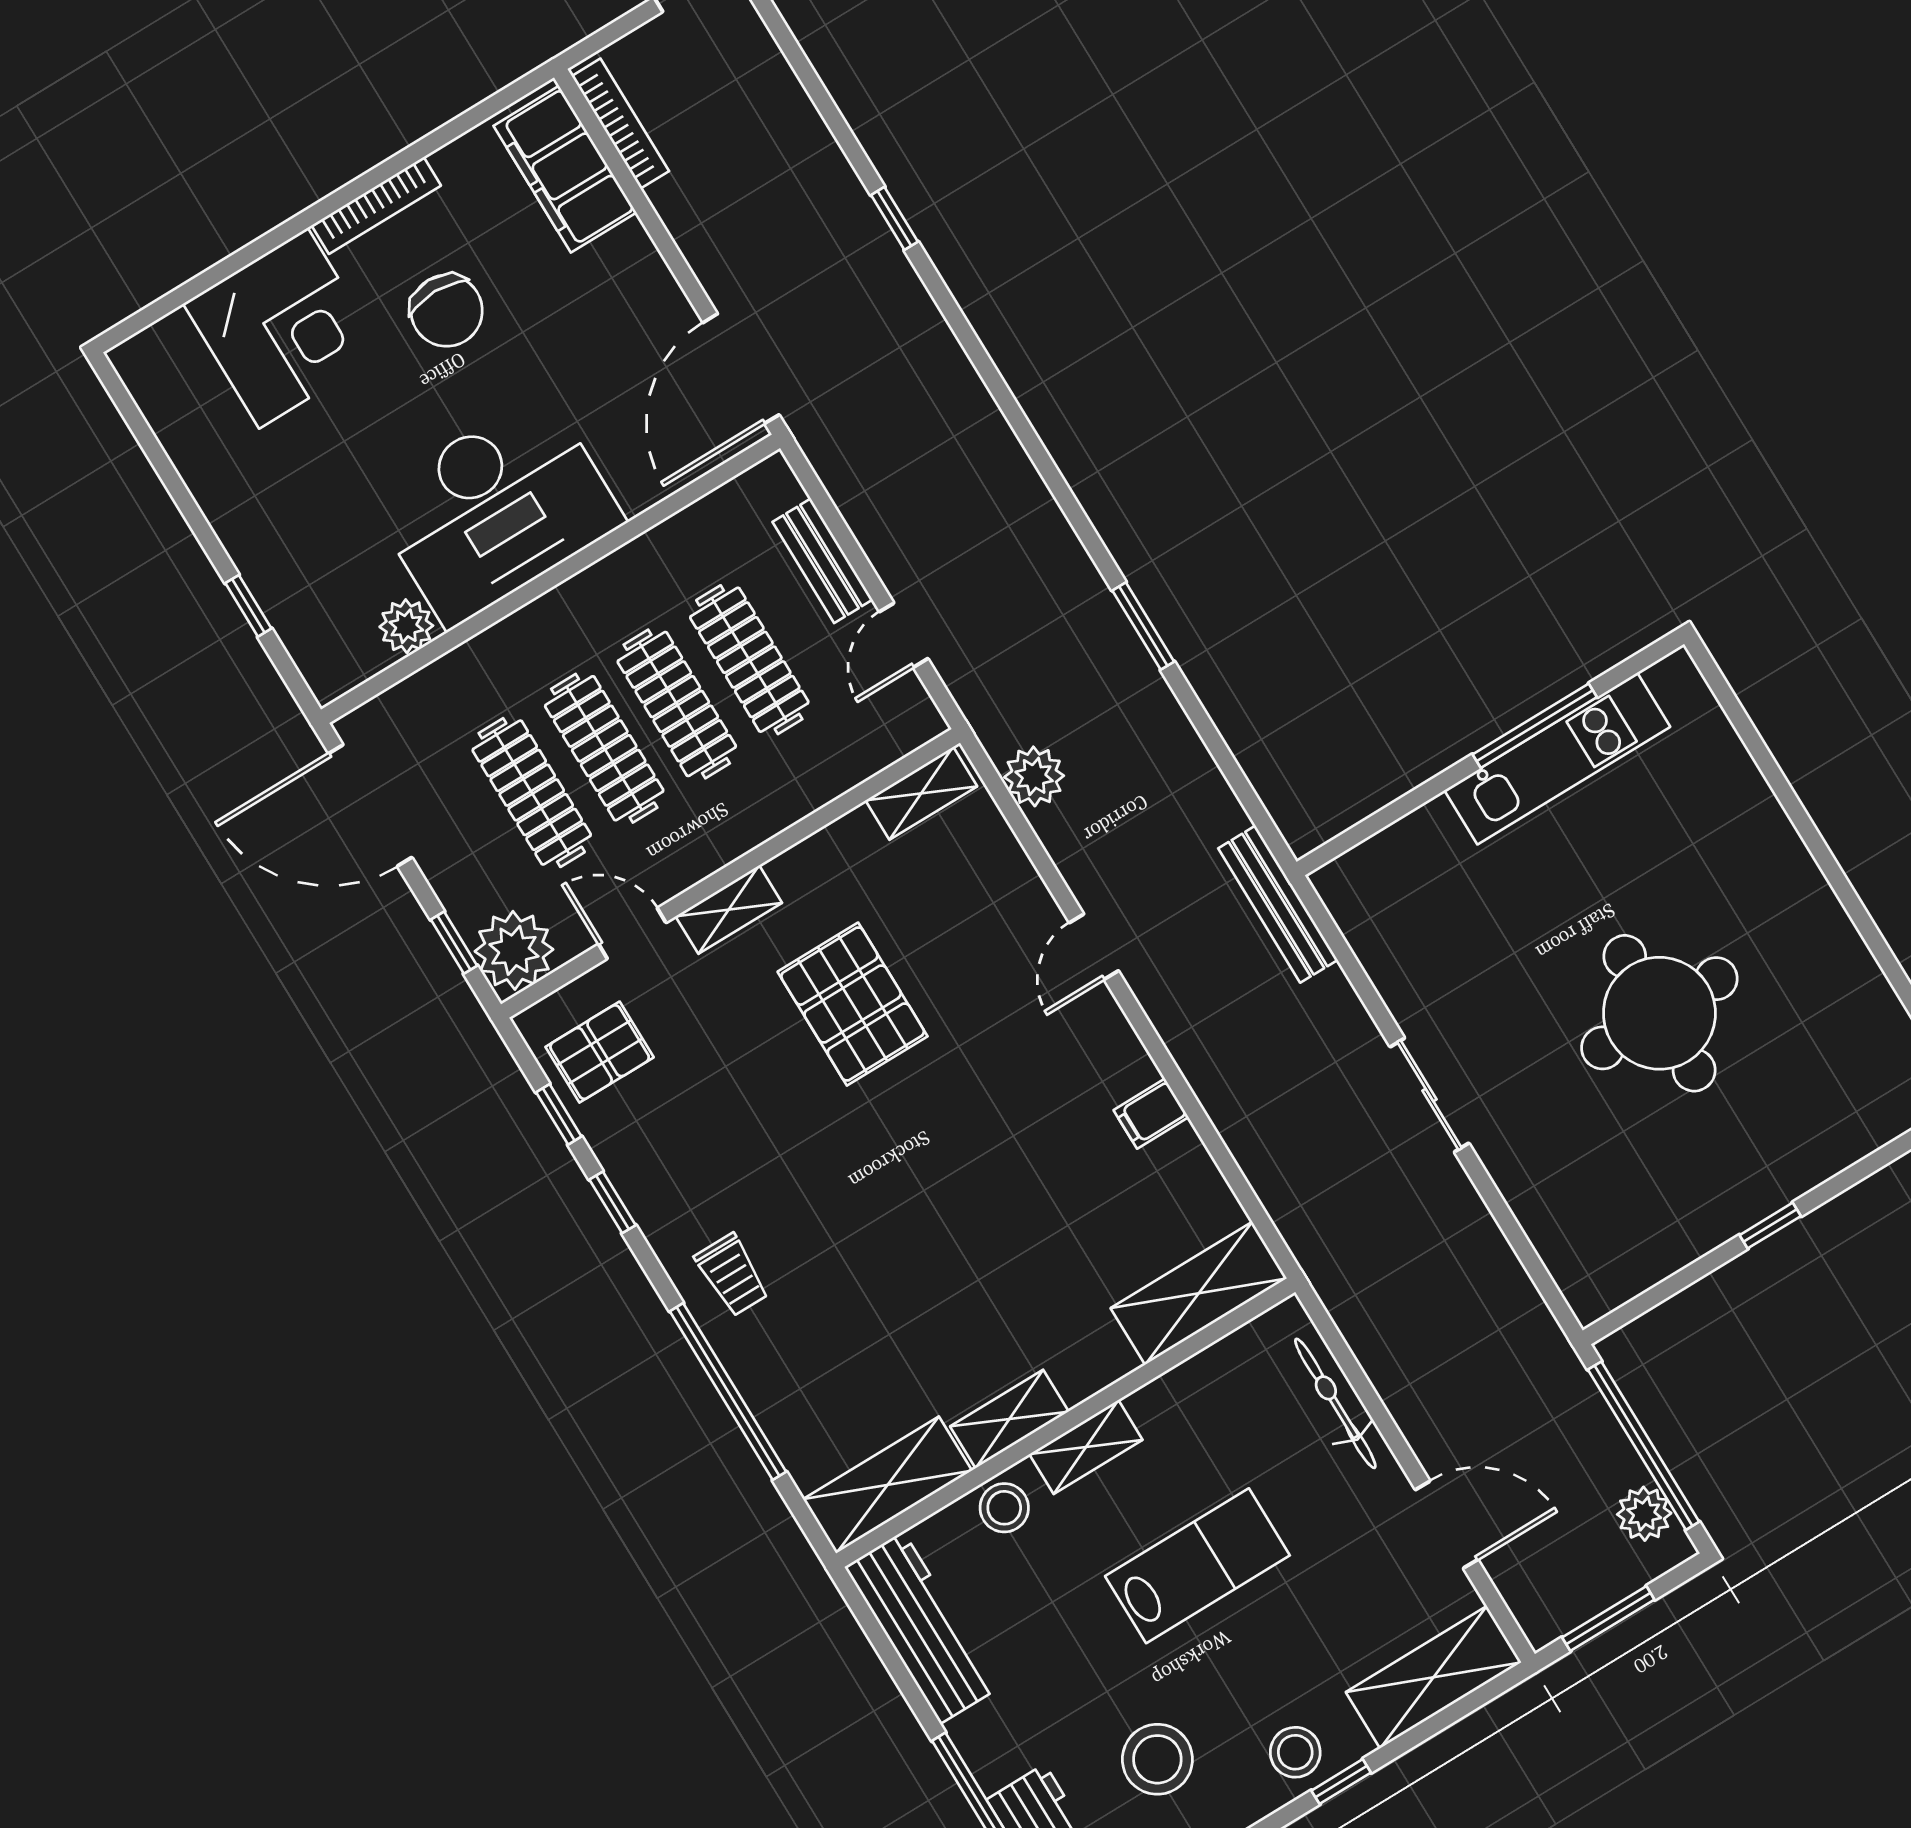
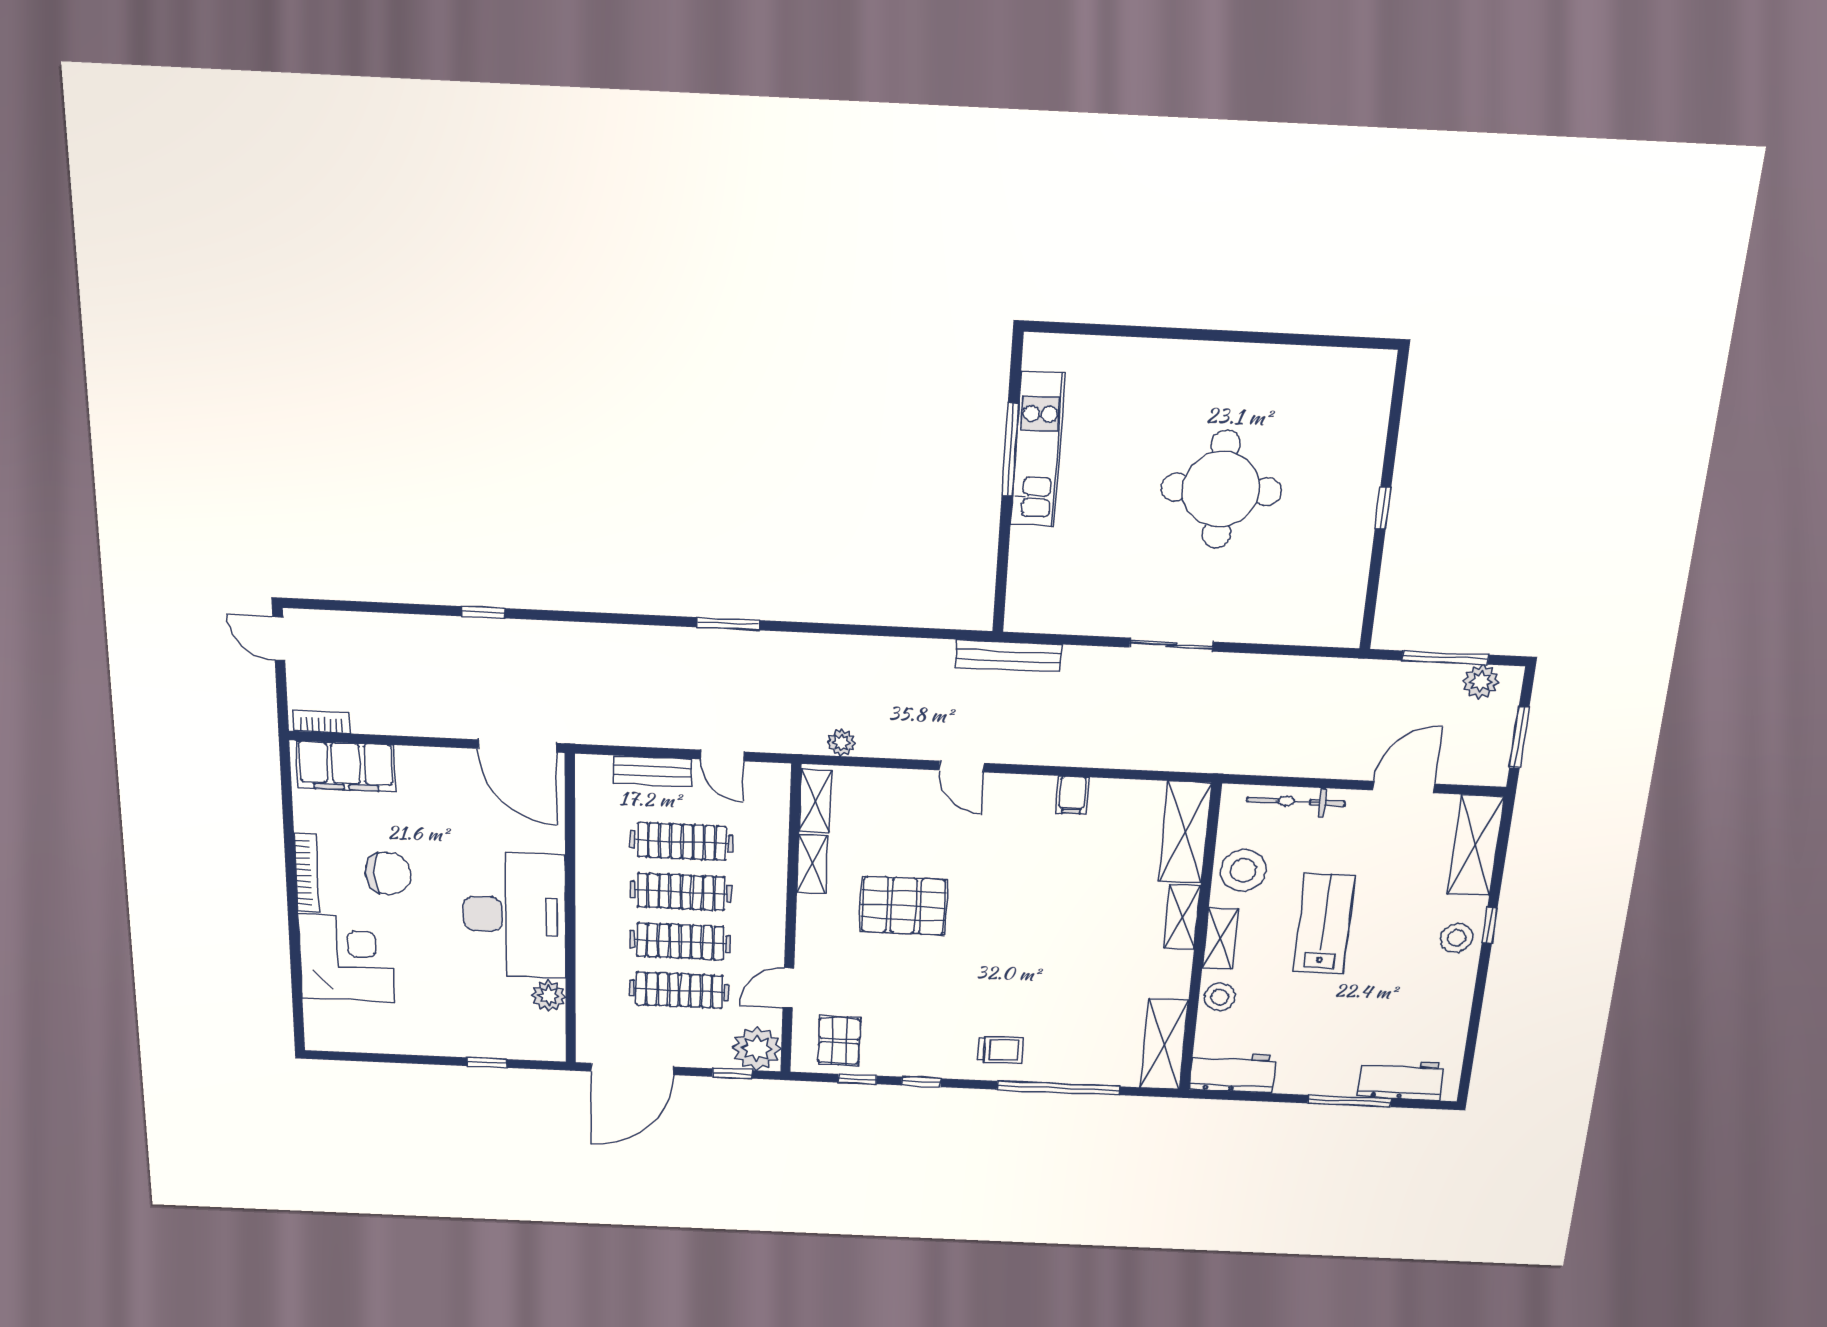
bookcase: (620, 124) -> (322, 722), width x0.64
window: (1143, 626) -> (728, 624), moved
plant: (1034, 776) -> (841, 743), width x0.73, depth x0.73
shelving: (729, 910) -> (812, 864), moved
shelving: (1009, 1419) -> (1182, 917), moved
window: (1644, 1446) -> (1445, 658), width x0.68
workbench: (922, 1628) -> (1232, 1072), width x0.73
stool: (1157, 1759) -> (1243, 870), moved

